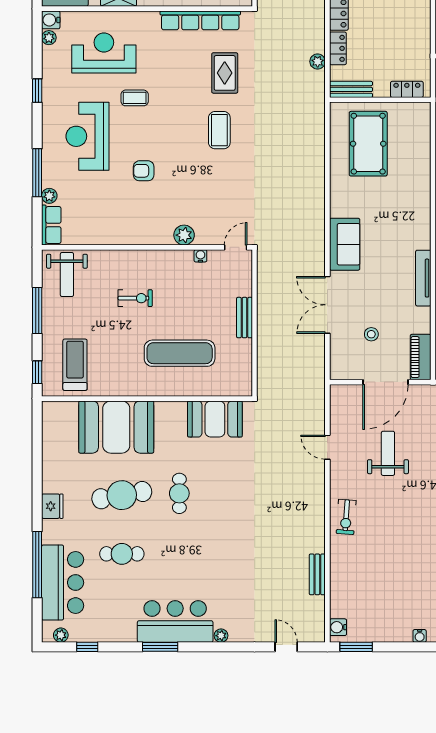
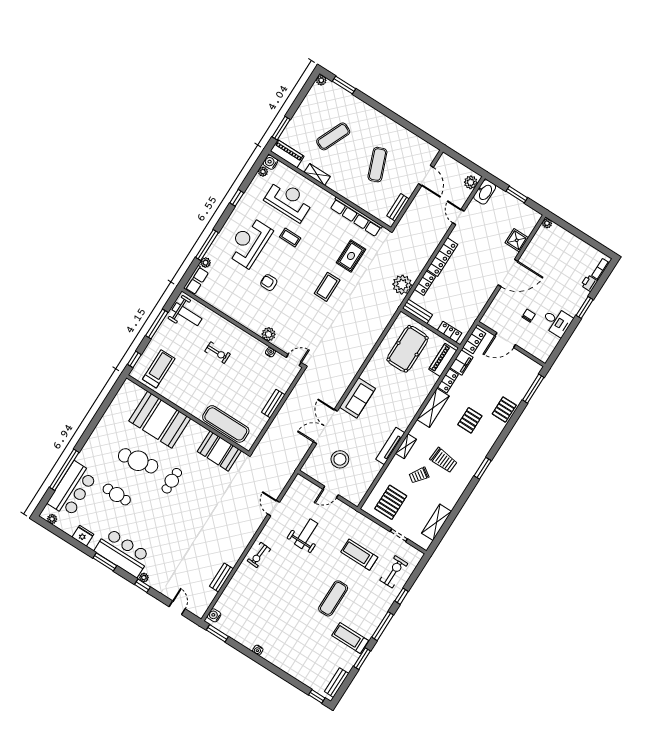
plant: (318, 62) -> (402, 285), width x1.88, depth x1.88
weight bench: (67, 274) -> (187, 314), turned -90
stool: (371, 334) -> (340, 459), width x1.89, depth x1.89
exercise mat: (180, 353) -> (226, 424), moved
piano: (421, 357) -> (443, 360), moved
door: (385, 382) -> (331, 492), width x0.53
fridge: (52, 506) -> (83, 536), moved, turned -90
window: (87, 647) -> (142, 586), moved

